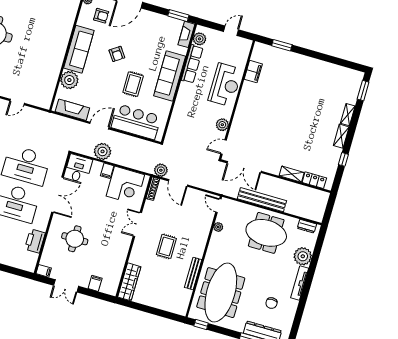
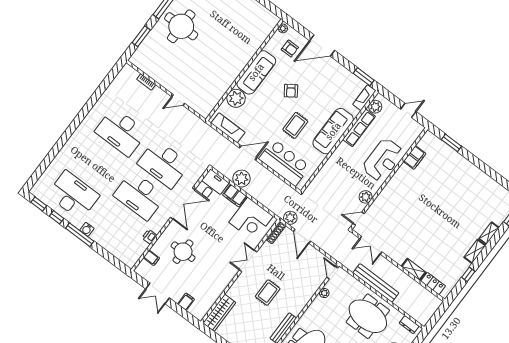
double door: (244, 167) -> (371, 245), width x0.73
filing cabinet: (107, 171) -> (235, 196), width x2.00
printer: (35, 241) -> (149, 237), width x0.53, depth x0.68
filing cabinet: (44, 271) -> (151, 258), moved

